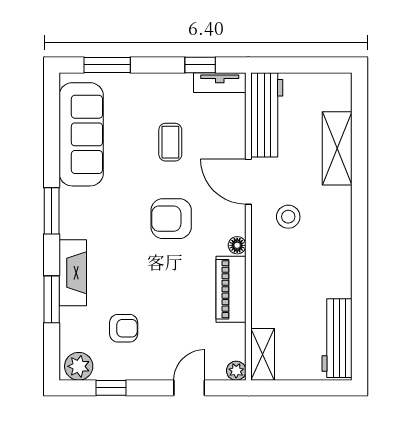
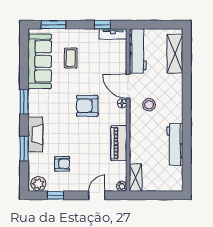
coffee table: (170, 142) -> (71, 58), moved
shelving: (337, 148) -> (175, 54), moved
floor lamp: (237, 245) -> (122, 103), moved
workbench: (337, 338) -> (175, 144), moved

